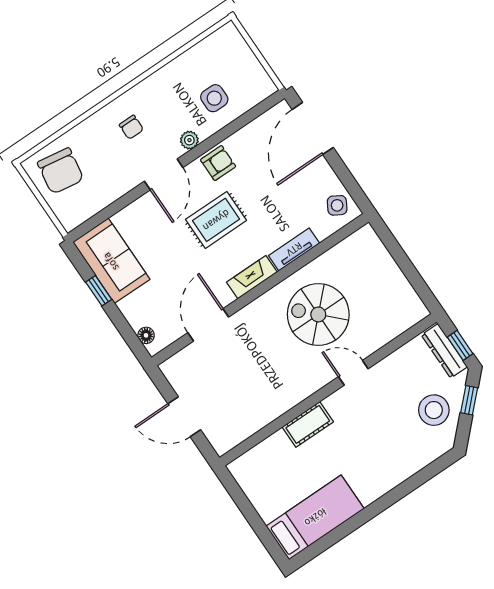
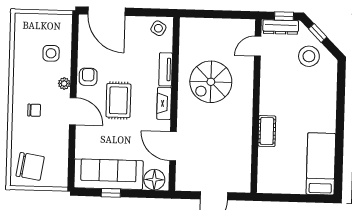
sofa: (111, 261) -> (108, 174), width x1.36
floor lamp: (146, 335) -> (154, 180), width x1.89, depth x1.89
door: (353, 373) -> (258, 46), moved

